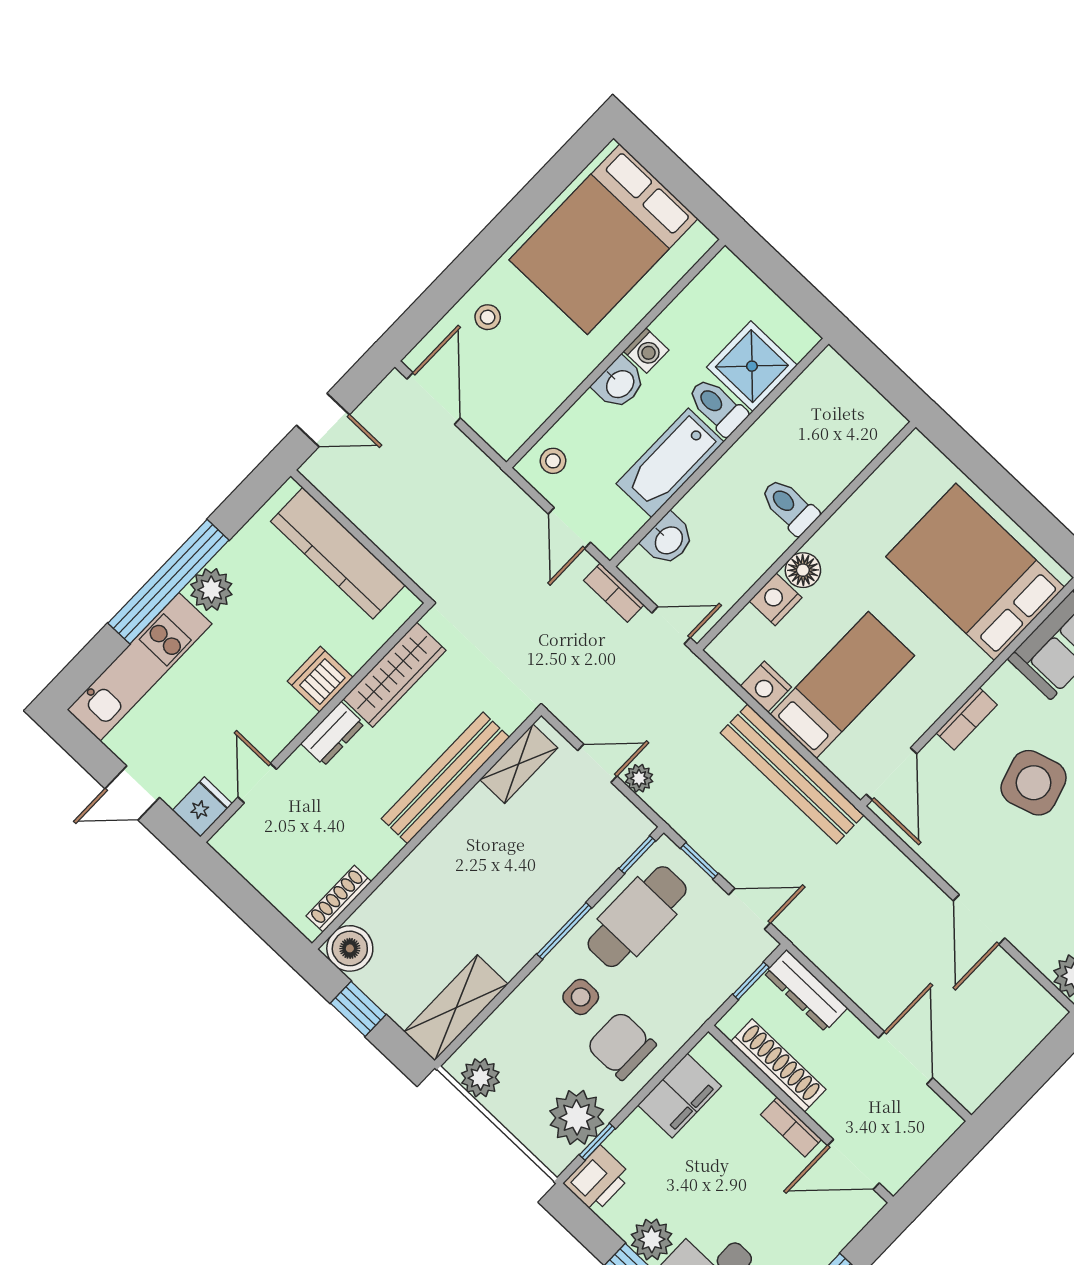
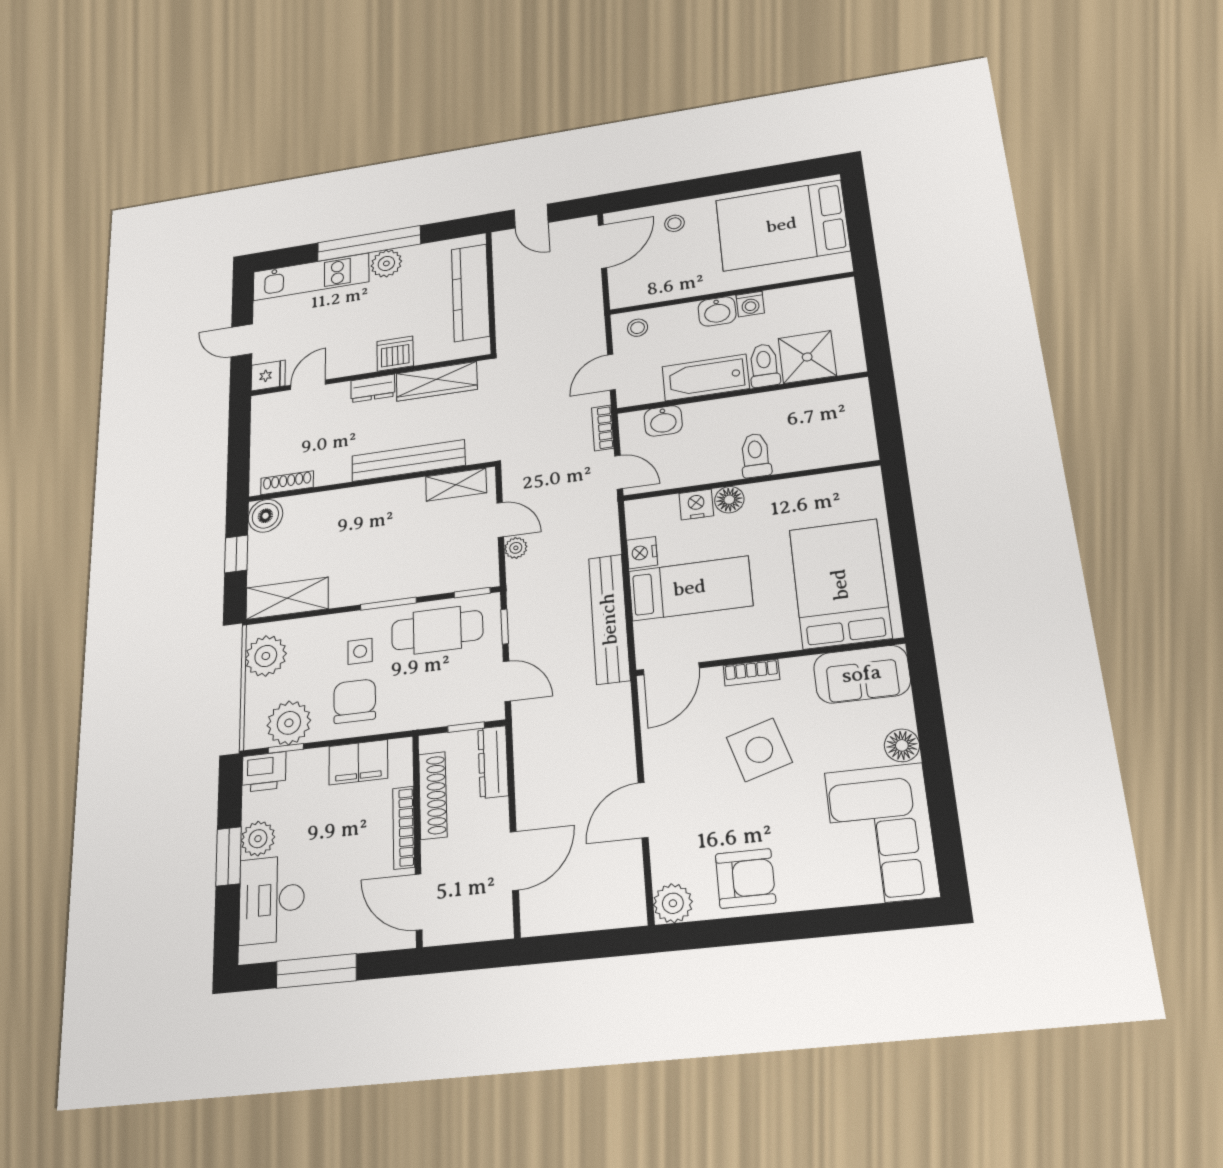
plant: (480, 1078) -> (266, 656), width x1.36, depth x1.36
bookcase: (791, 1127) -> (404, 828), width x1.56

